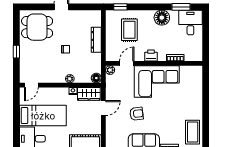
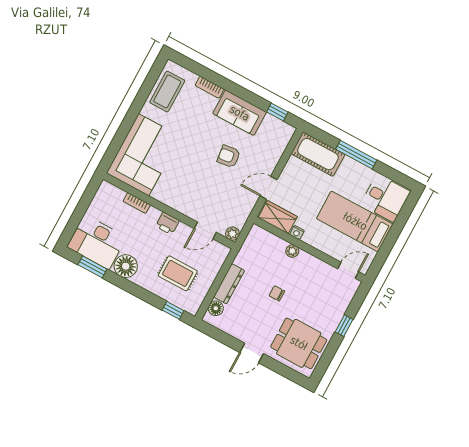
desk: (190, 23) -> (97, 242), width x1.37
rug: (129, 30) -> (178, 273), turned 90
floor lamp: (96, 78) -> (216, 308), moved
corner sofa: (157, 81) -> (144, 155), moved, turned 90

